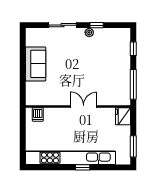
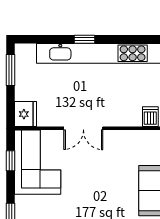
corner sofa: (115, 83) -> (38, 162), added
window: (133, 84) -> (11, 161), width x0.46

